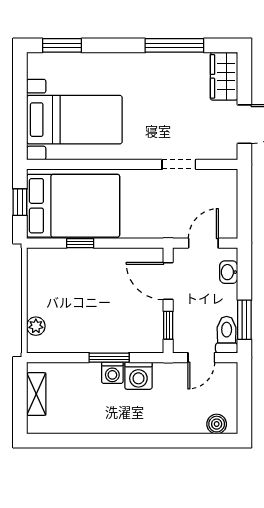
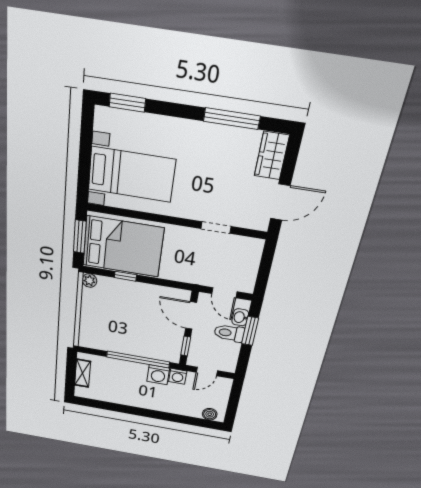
window: (20, 202) -> (80, 237), width x1.50
door: (203, 243) -> (224, 293), swing flipped
window: (244, 320) -> (250, 331), moved
plant: (36, 326) -> (89, 280), moved
toilet: (227, 335) -> (229, 333), moved, turned -90
window: (109, 358) -> (138, 359), width x2.11
washing machine: (112, 373) -> (178, 376), moved

